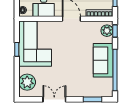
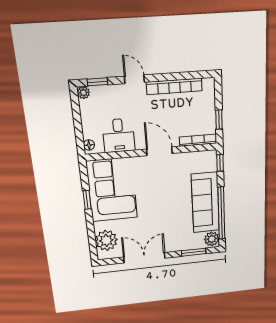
plant: (107, 31) -> (212, 239), moved
sofa: (103, 60) -> (205, 203), width x1.36
double door: (54, 99) -> (144, 258), width x1.37

